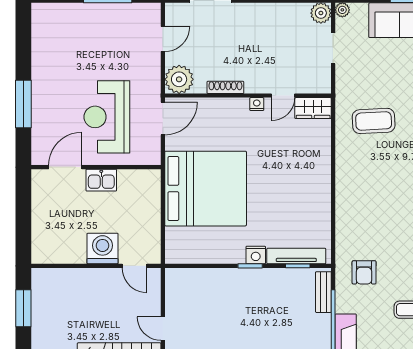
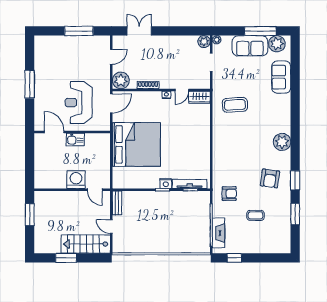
window: (23, 104) -> (30, 84), moved
door: (65, 167) -> (54, 132), hinge flipped
armchair: (364, 272) -> (229, 194), turned -90
bench: (323, 292) -> (117, 203), moved

